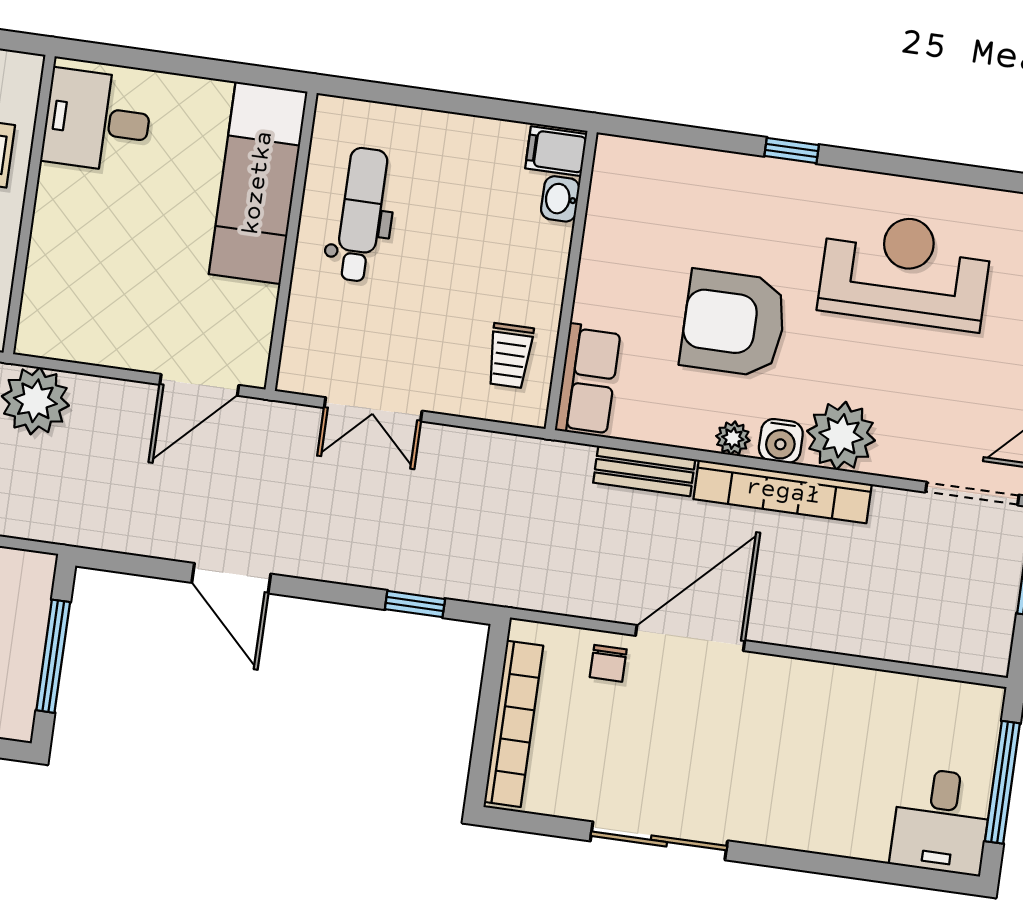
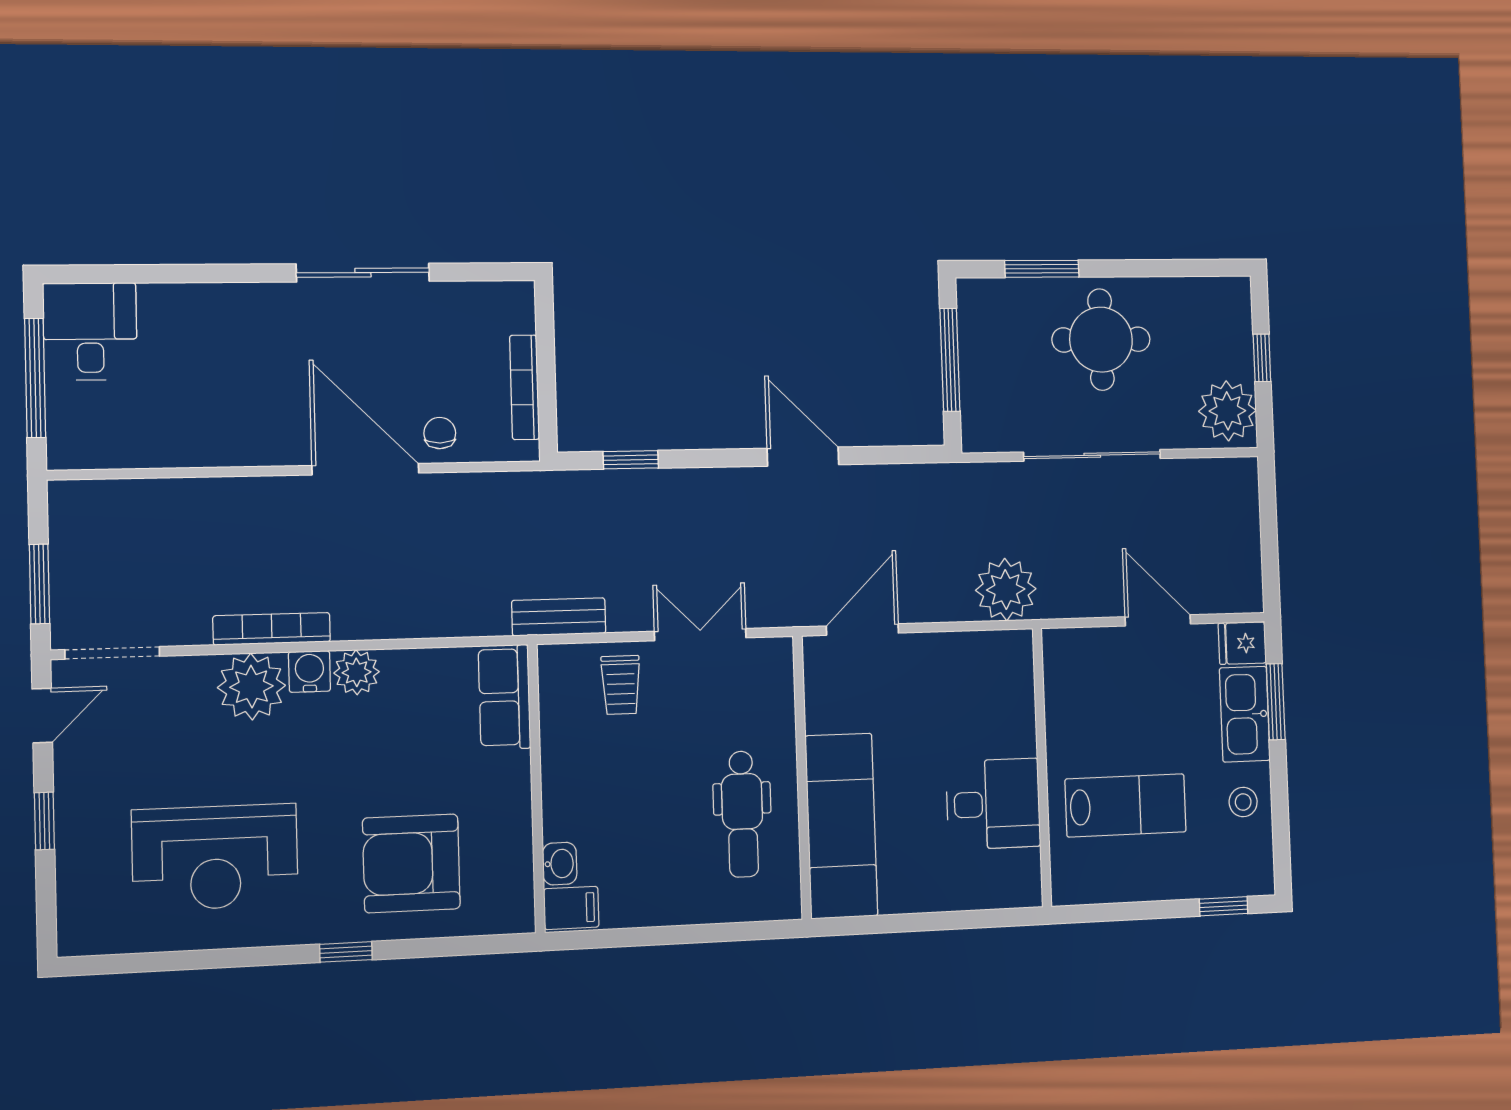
desk: (97, 121) -> (993, 804), moved
armchair: (734, 323) -> (411, 863), moved, turned 180
trolley: (510, 356) -> (621, 685), moved, turned 180
plant: (733, 438) -> (357, 672), width x1.38, depth x1.38
bench: (644, 471) -> (559, 617), moved
bookcase: (783, 492) -> (272, 629), width x0.68, depth x0.76
door: (690, 638) -> (365, 469), swing flipped
bookcase: (514, 724) -> (524, 387), width x0.68, depth x0.76

